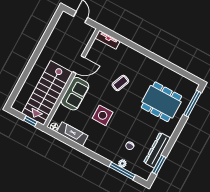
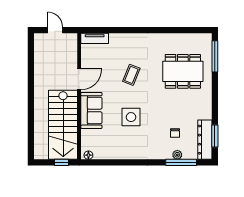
fireplace: (72, 134) -> (111, 152), removed
dresser: (157, 150) -> (205, 140), moved

